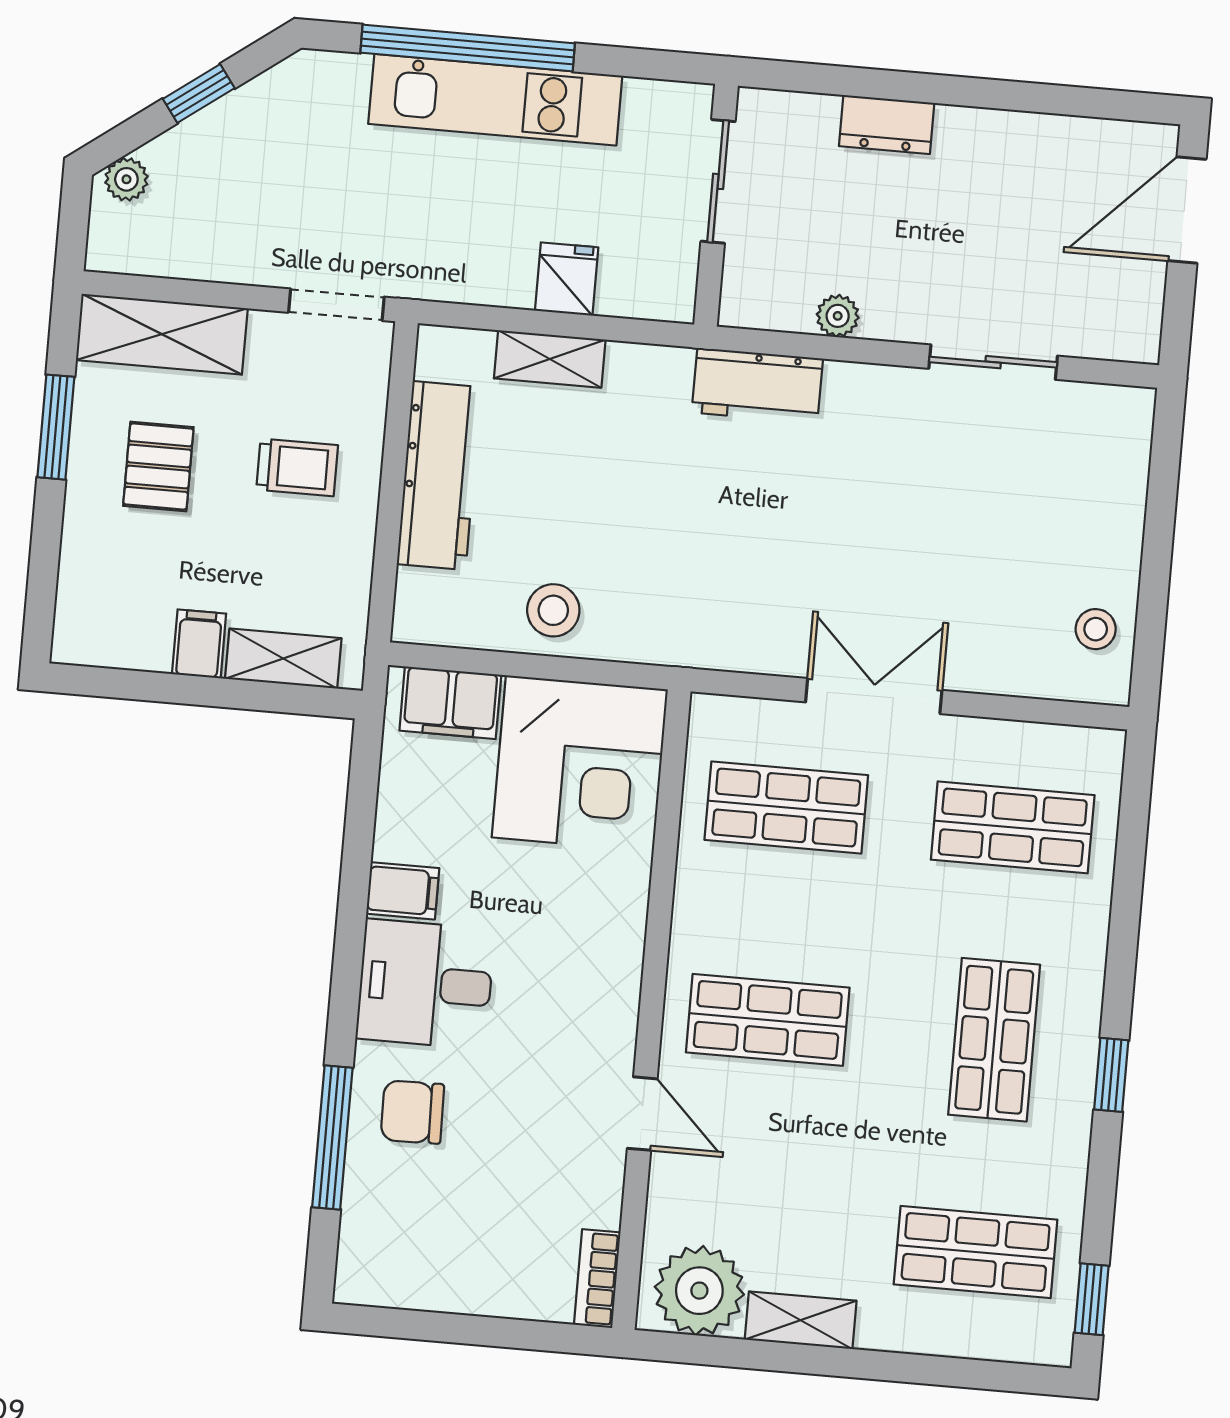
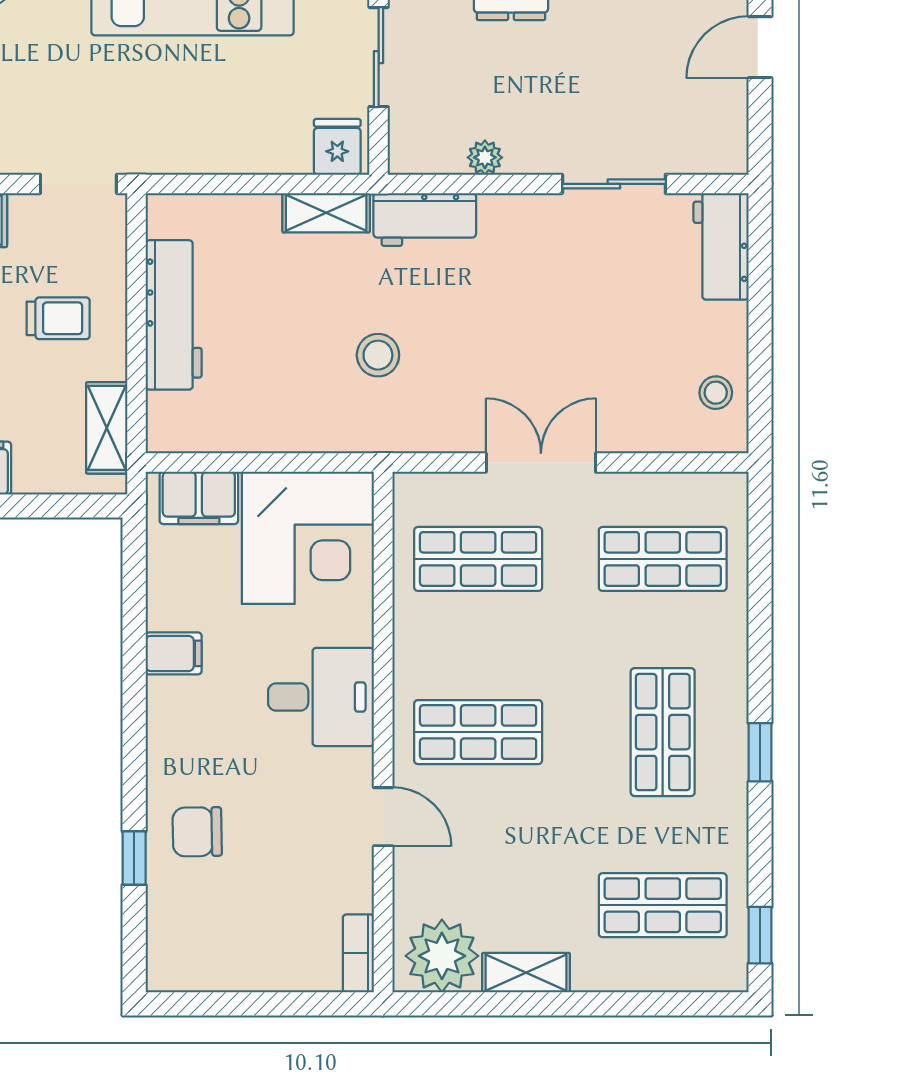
door: (1187, 210) -> (760, 47), width x0.73
fridge: (567, 279) -> (337, 147), moved
shelving: (550, 359) -> (326, 213), moved
workbench: (1118, 450) -> (721, 246), added
stool: (553, 610) -> (378, 355), moved
shelving: (283, 659) -> (107, 428), moved, turned 90
desk: (425, 984) -> (321, 697), moved, turned 180
window: (332, 1138) -> (134, 858), width x0.46

